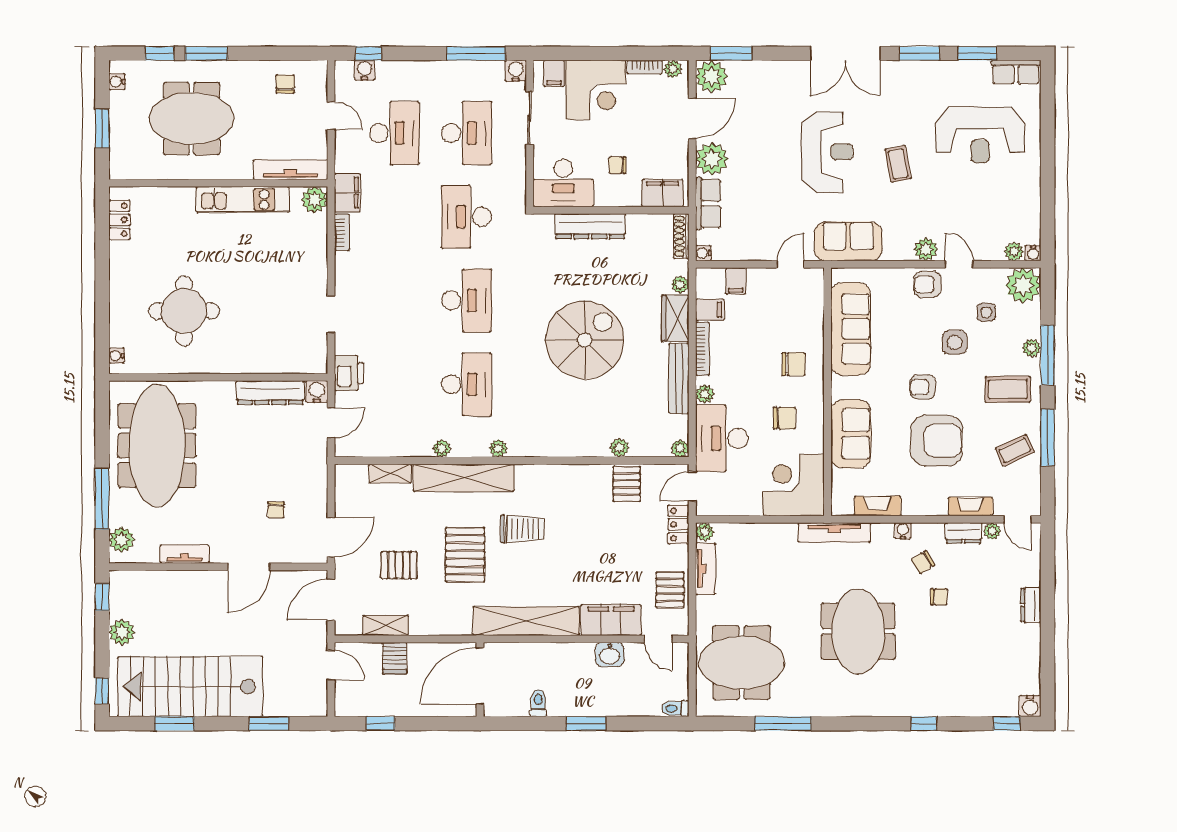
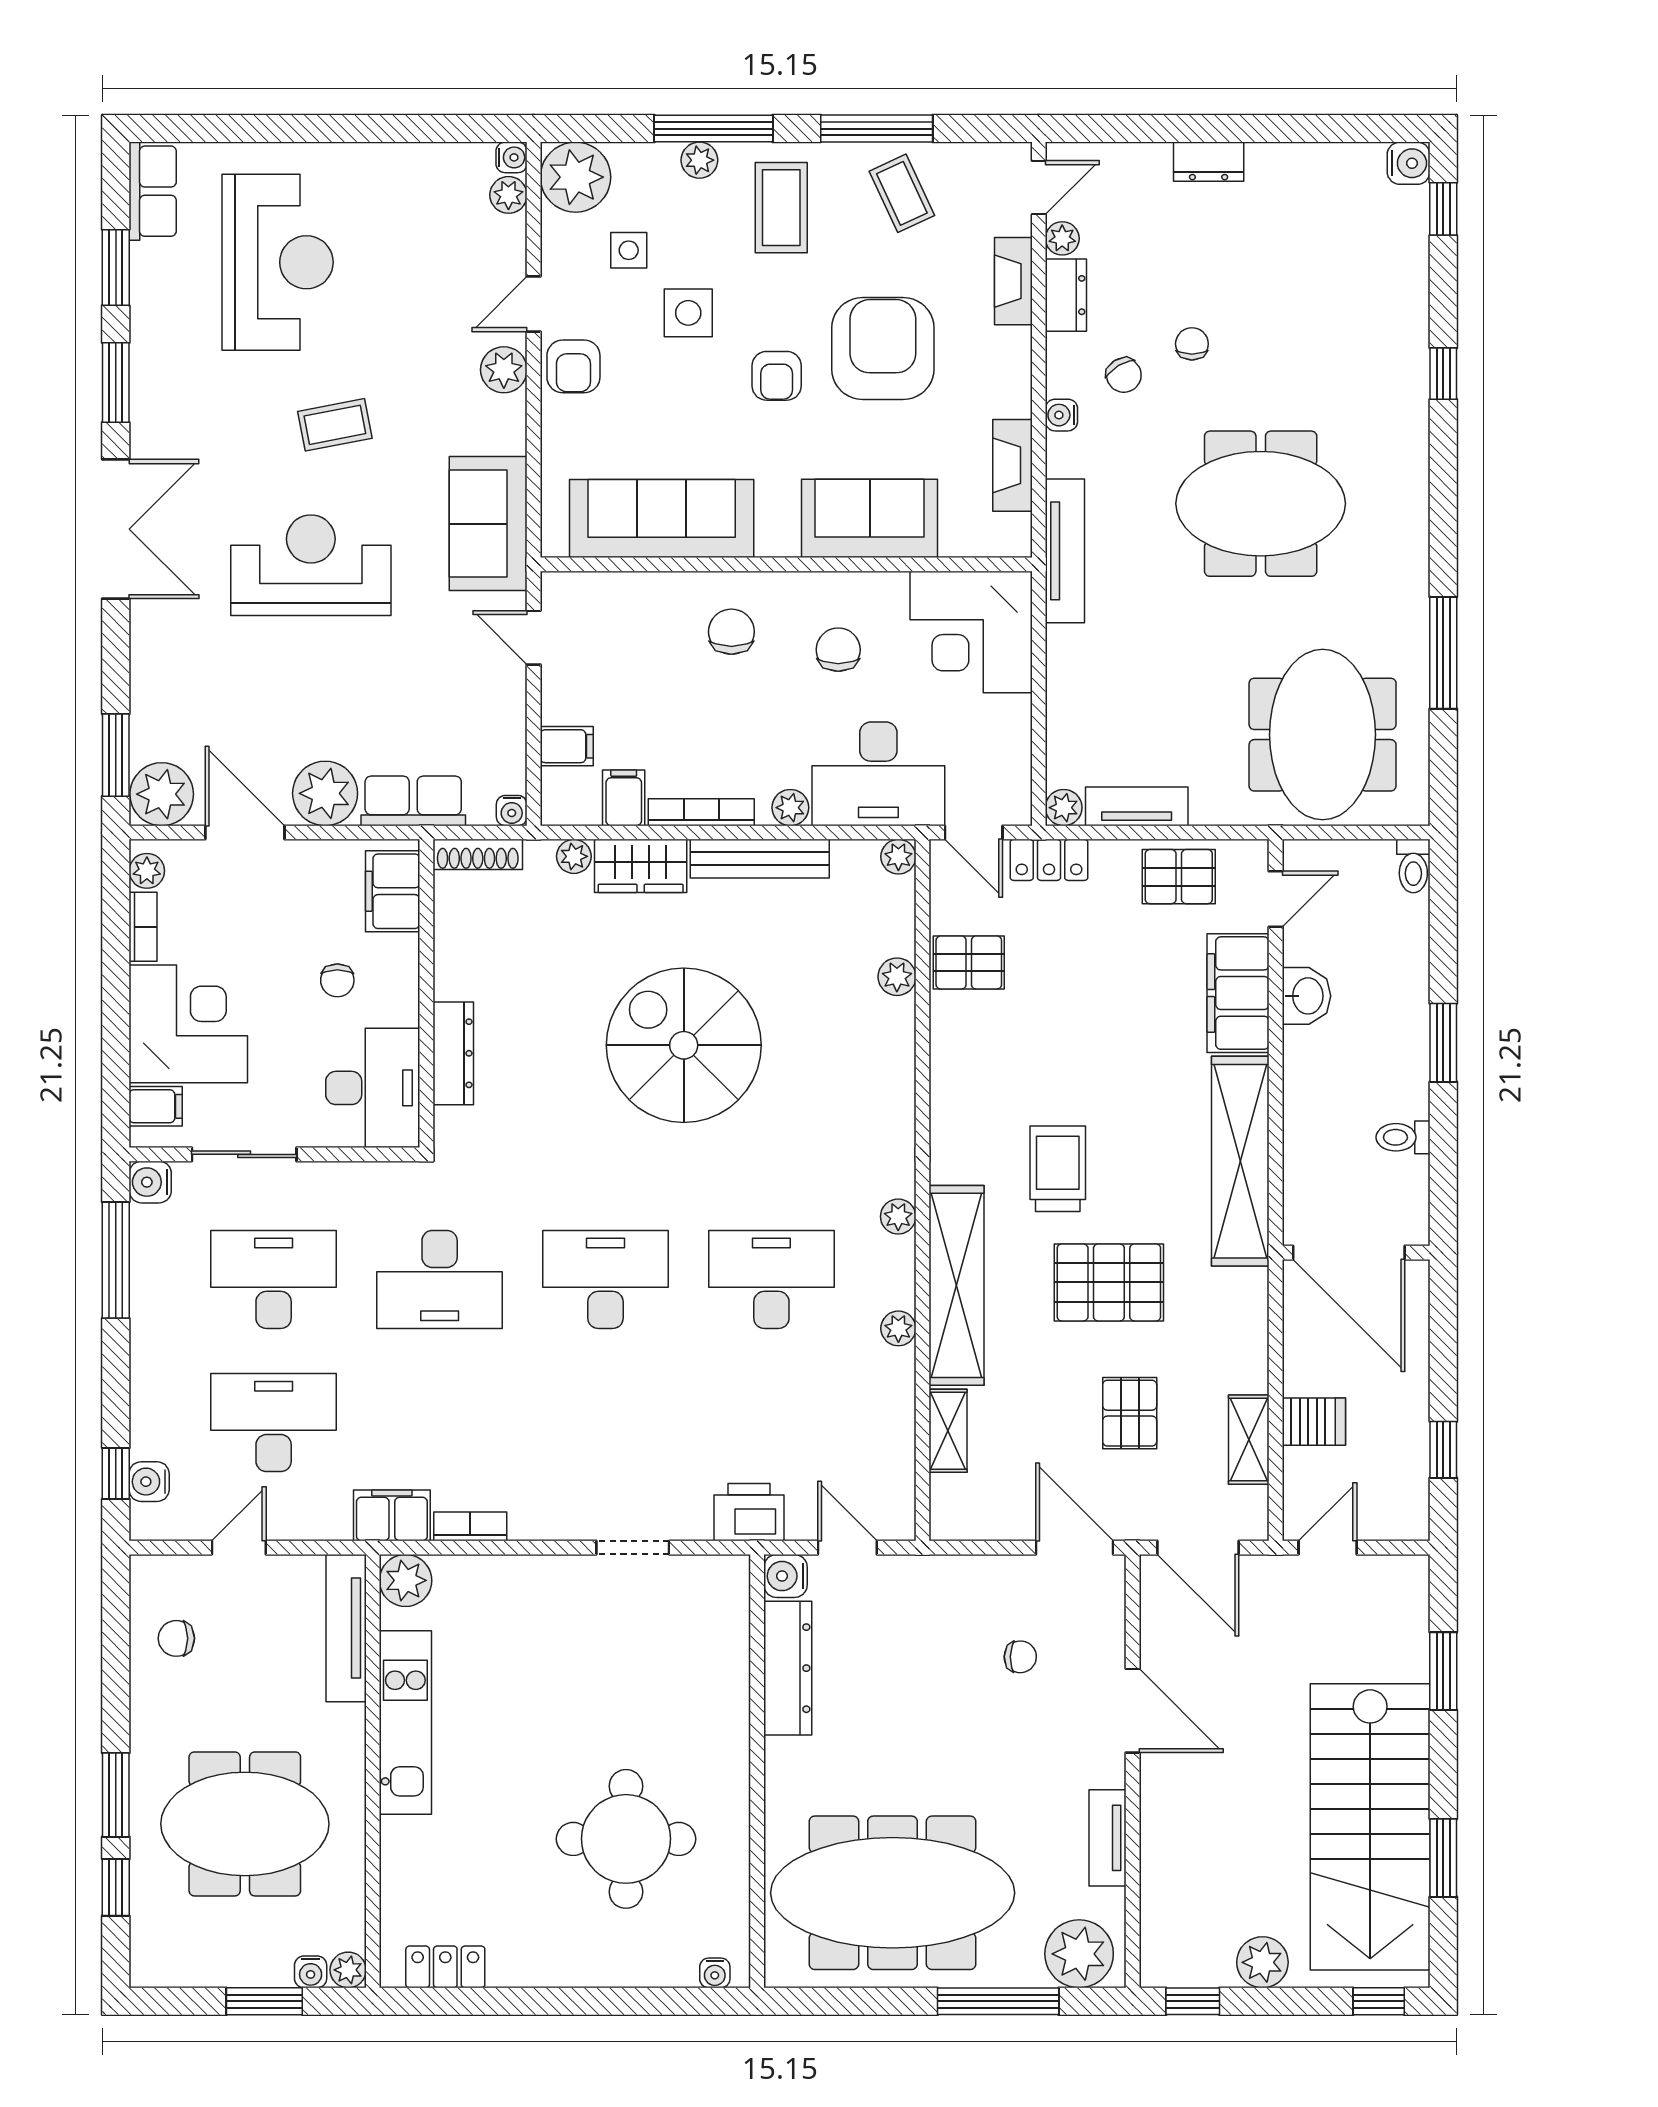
water cooler: (117, 82) -> (311, 1972), moved
meeting table: (192, 118) -> (245, 1824), turned 90
plant: (118, 171) -> (348, 1970), added
dresser: (590, 226) -> (453, 1053), width x0.73, depth x0.80
plant: (121, 540) -> (1079, 1954), width x1.36, depth x1.36

